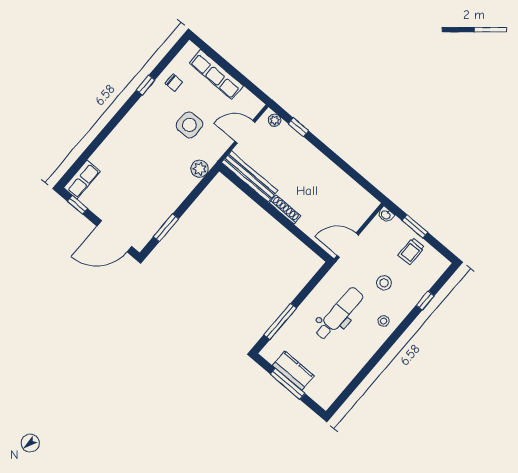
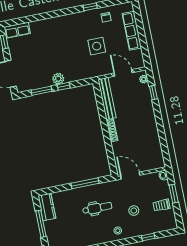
plant: (200, 169) -> (58, 79), moved
window: (188, 202) -> (64, 86), added
dental chair: (339, 314) -> (97, 208), width x0.73, depth x0.72
window: (280, 321) -> (85, 183), moved
kitchen counter: (293, 371) -> (47, 207), moved

